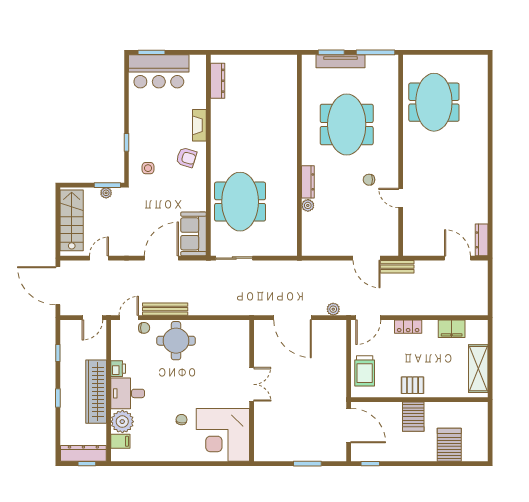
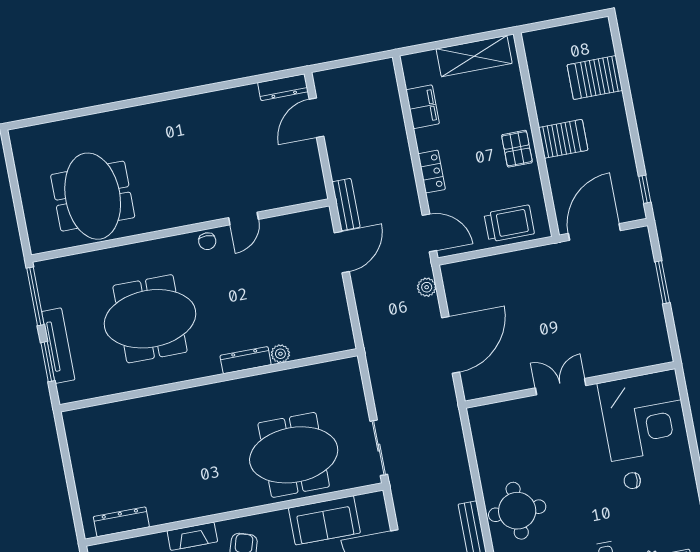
meeting table: (434, 102) -> (93, 196), turned 90
chair: (369, 180) -> (207, 241), moved
sofa: (194, 234) -> (324, 520), moved

